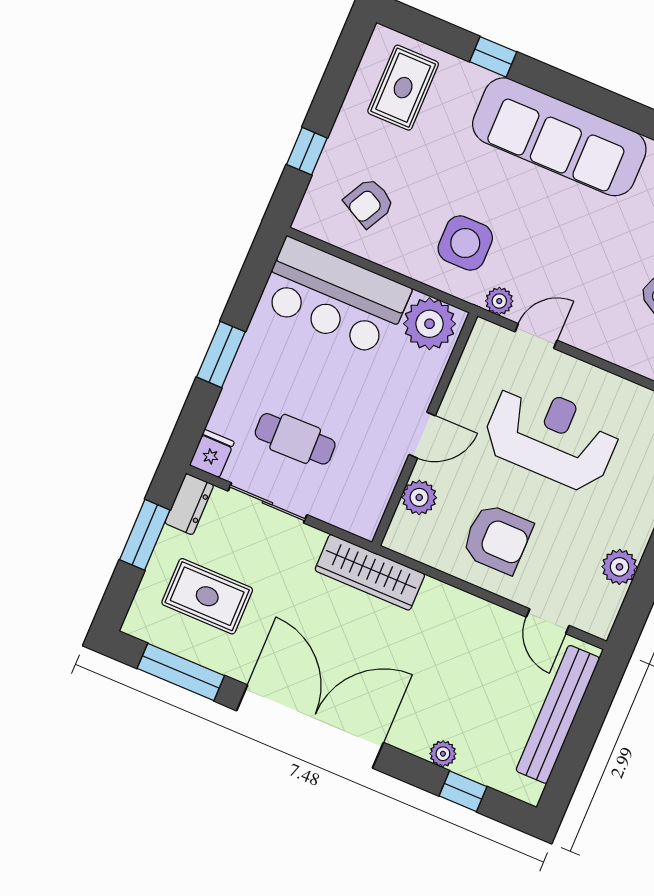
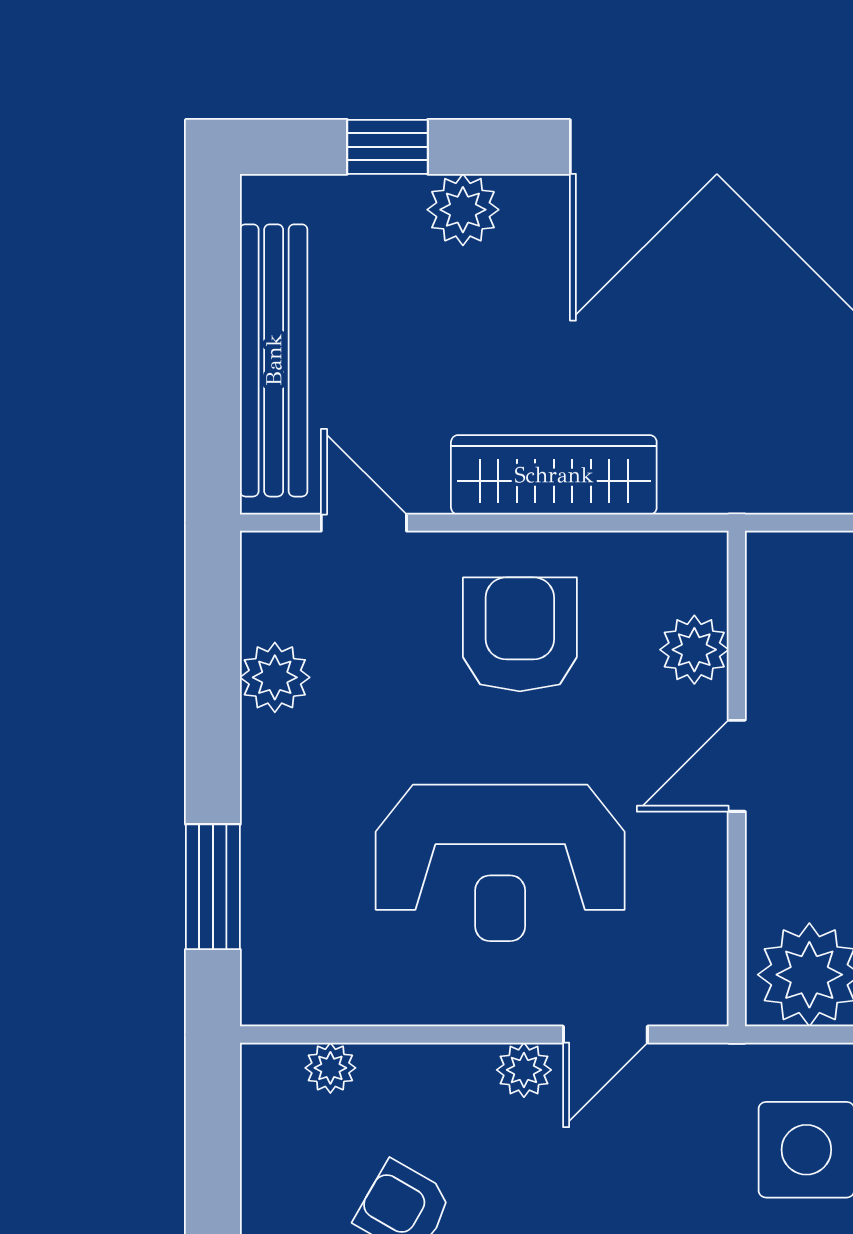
plant: (499, 301) -> (524, 1070), moved
armchair: (497, 539) -> (520, 634), turned 90
wardrobe: (370, 572) -> (554, 475), moved
plant: (443, 754) -> (463, 210), width x1.38, depth x1.38

